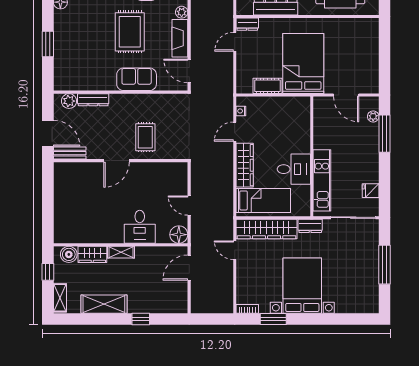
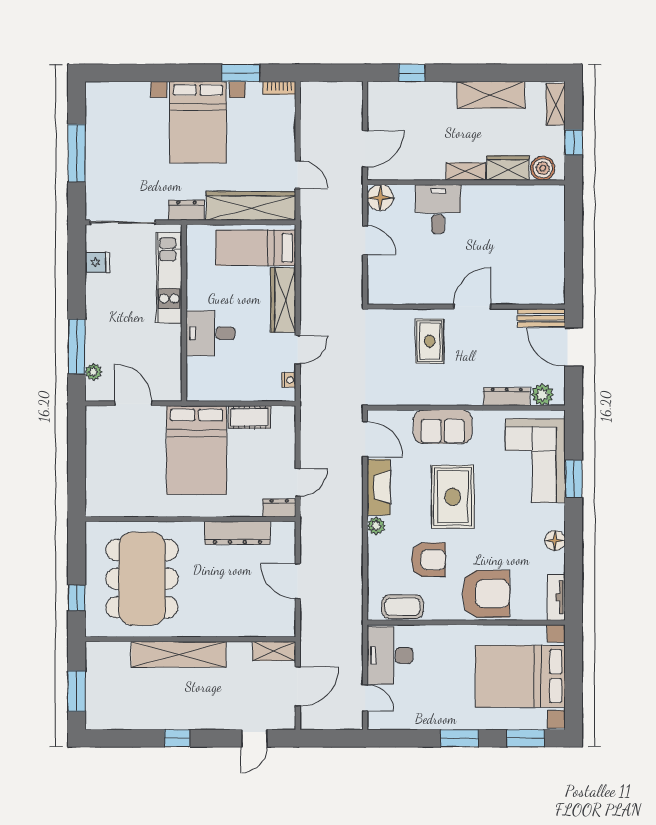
corner sofa: (74, 56) -> (535, 461), added
desk: (294, 169) -> (210, 333), moved
window: (141, 319) -> (412, 73), moved

